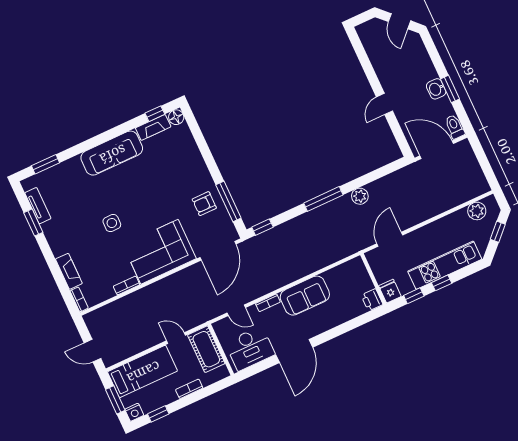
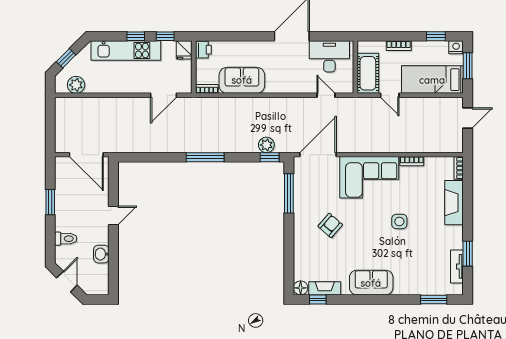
washbasin: (436, 89) -> (101, 254), moved, turned 180
toilet: (455, 127) -> (66, 239), moved, turned -90
sofa: (112, 153) -> (371, 283), width x0.73
plant: (360, 196) -> (266, 145), moved
armchair: (204, 204) -> (330, 225), moved, turned -49
fireplace: (69, 271) -> (454, 203), width x1.37, depth x1.32
sofa: (305, 296) -> (242, 80), moved
bookcase: (268, 303) -> (207, 89), moved
door: (92, 351) -> (468, 118), hinge flipped

